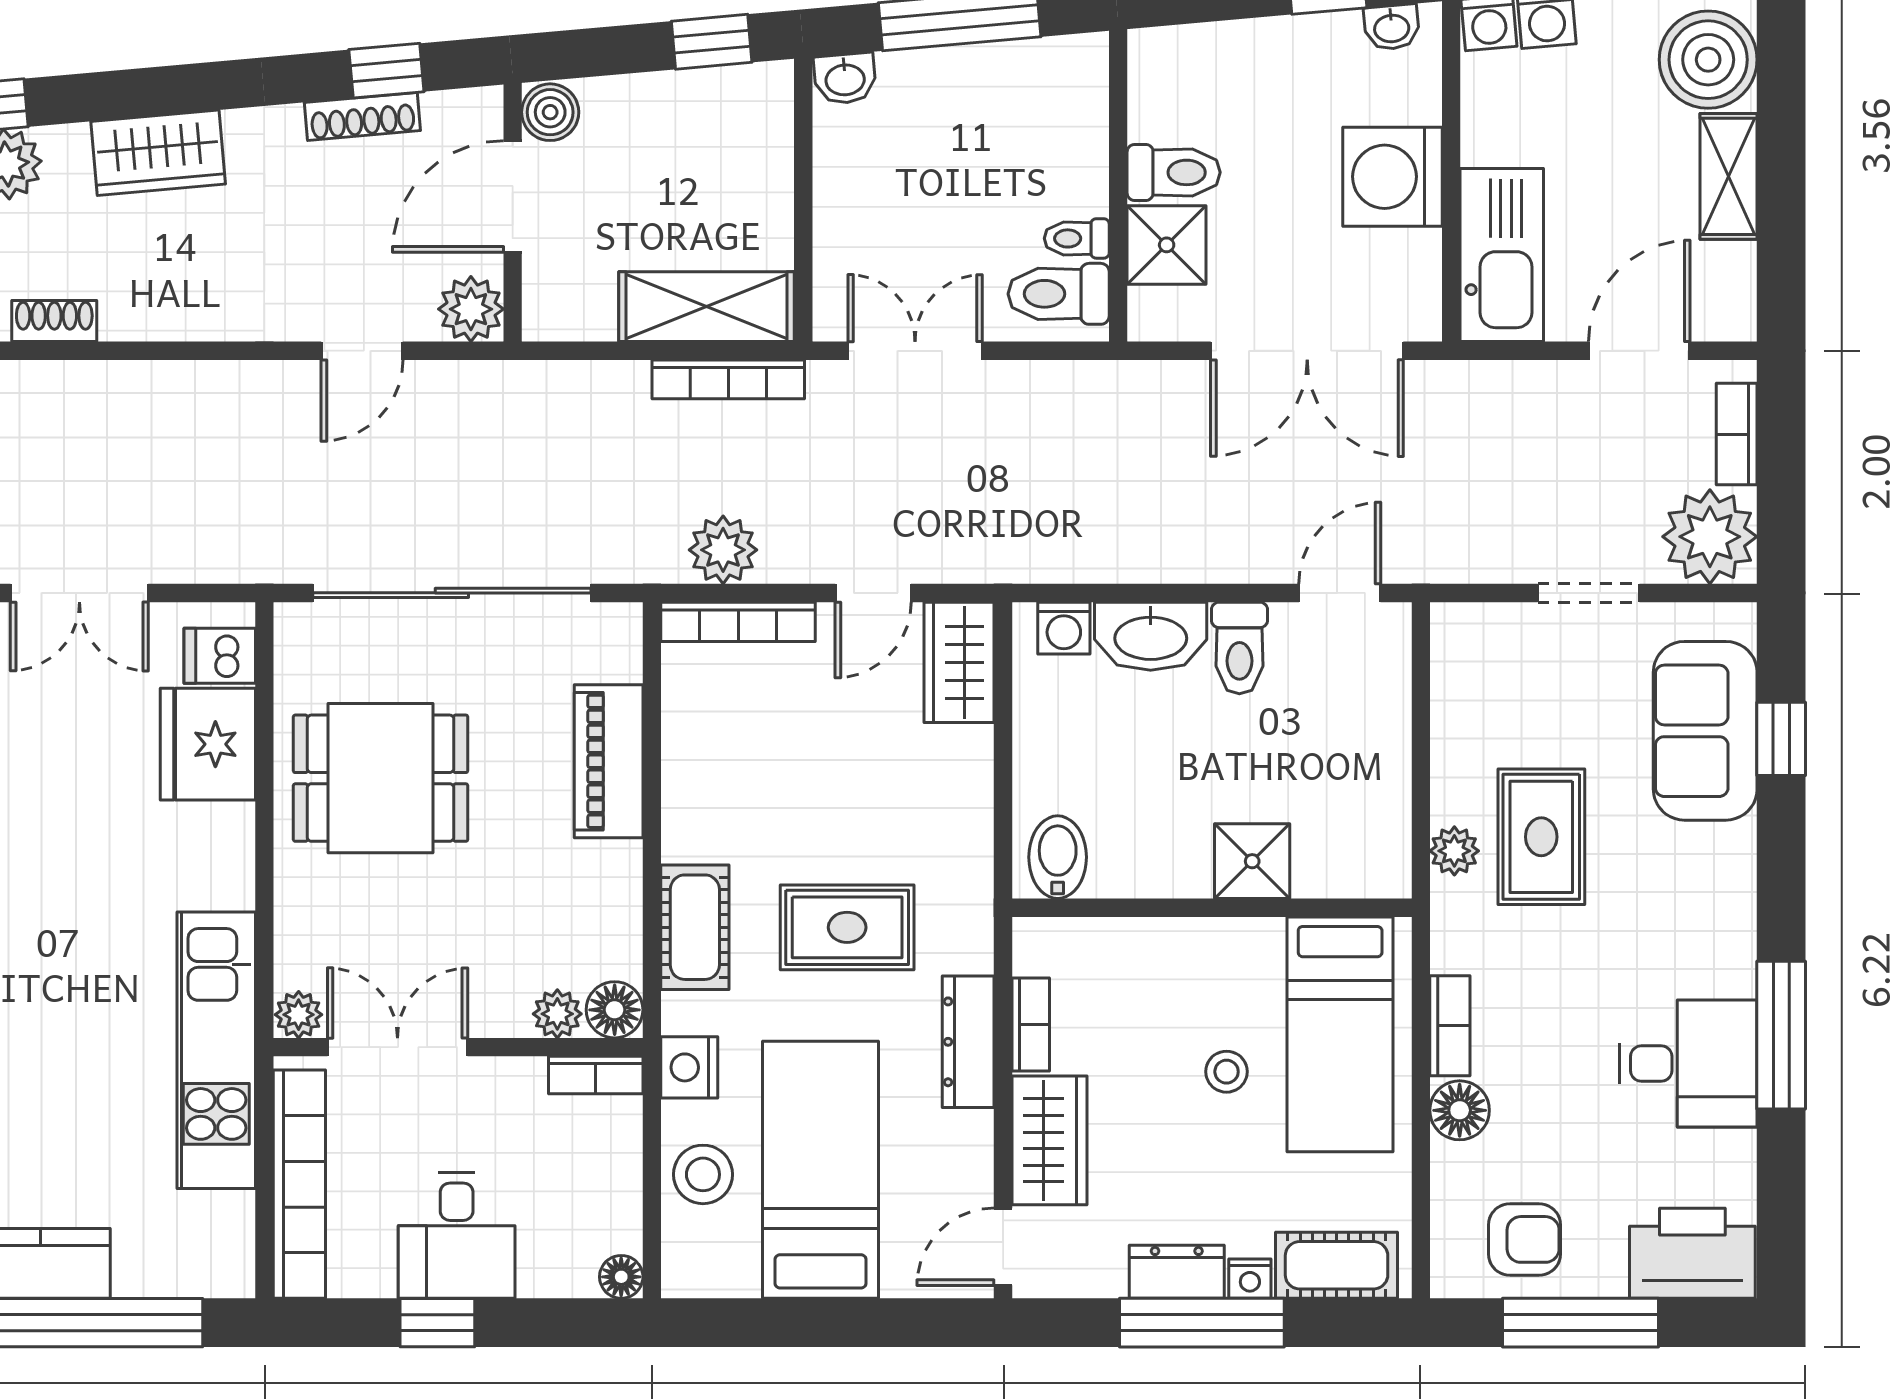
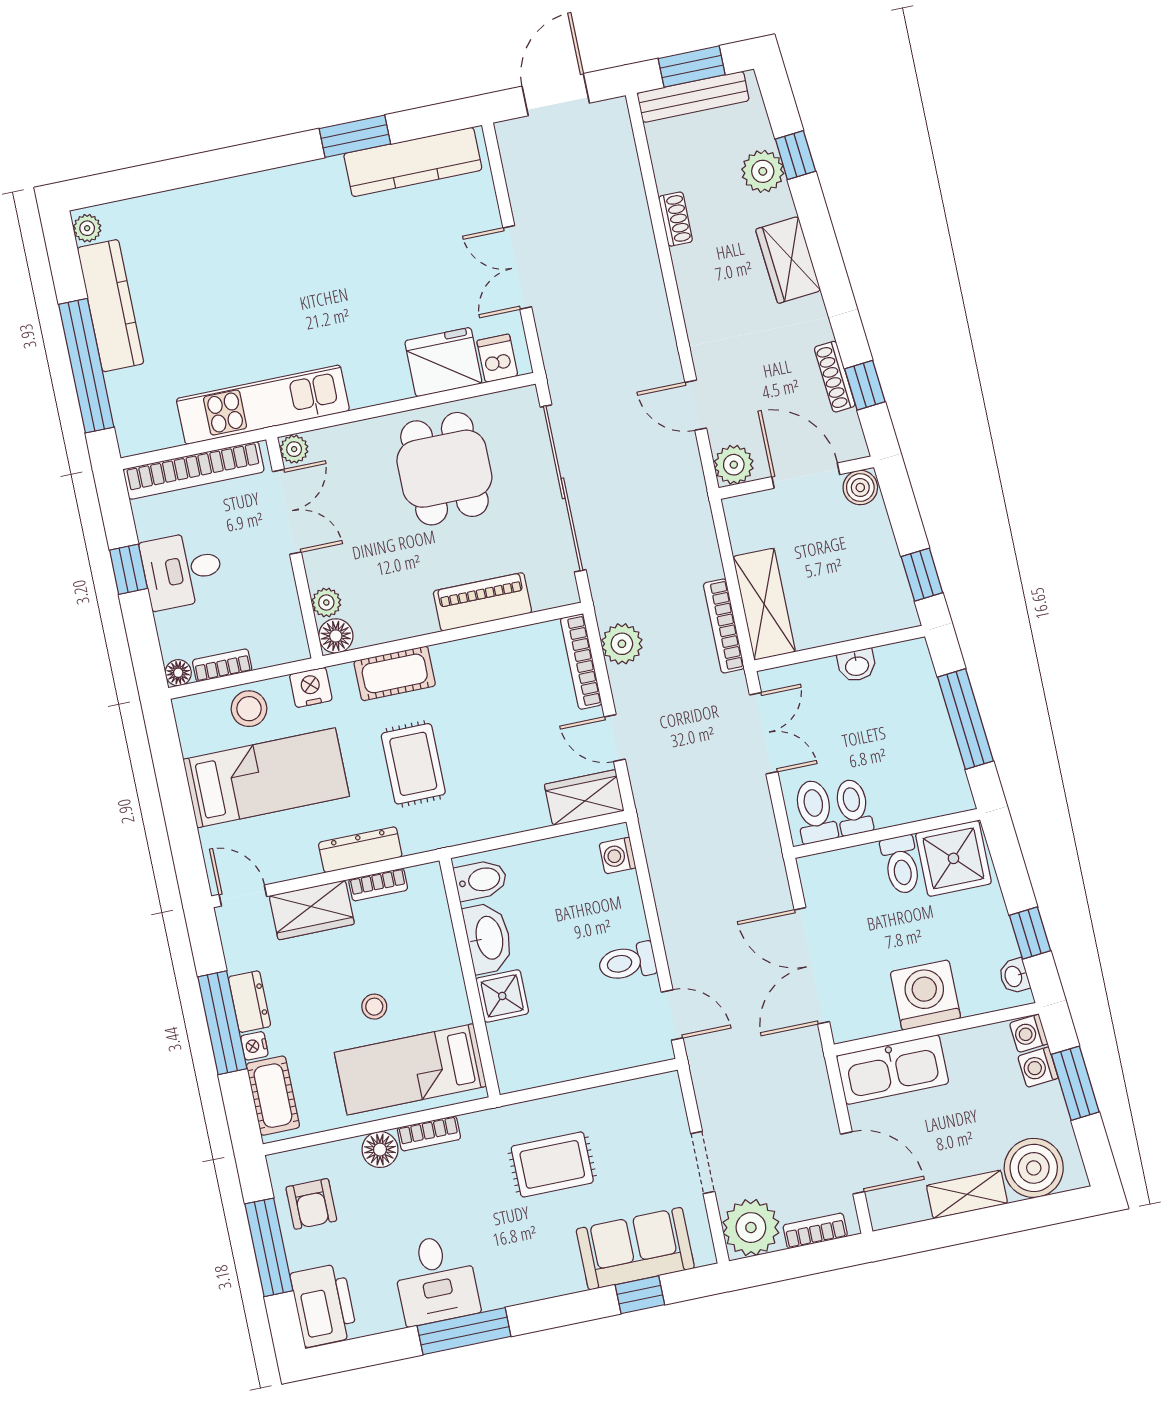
washbasin: (845, 78) -> (857, 665), moved, turned -85
toilet: (1077, 238) -> (853, 807), width x1.37, depth x1.39
shower: (1167, 245) -> (953, 858), moved, width x1.36, depth x1.36
washbasin: (1151, 636) -> (488, 938), moved, turned 180
plant: (1454, 851) -> (533, 1115), removed
bookcase: (596, 1075) -> (222, 665), moved, turned 90

